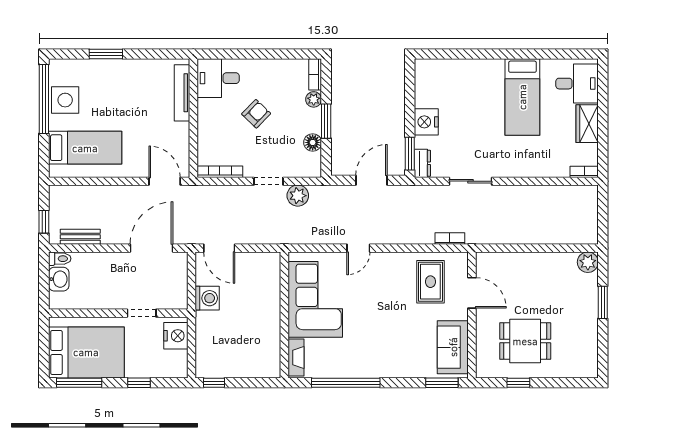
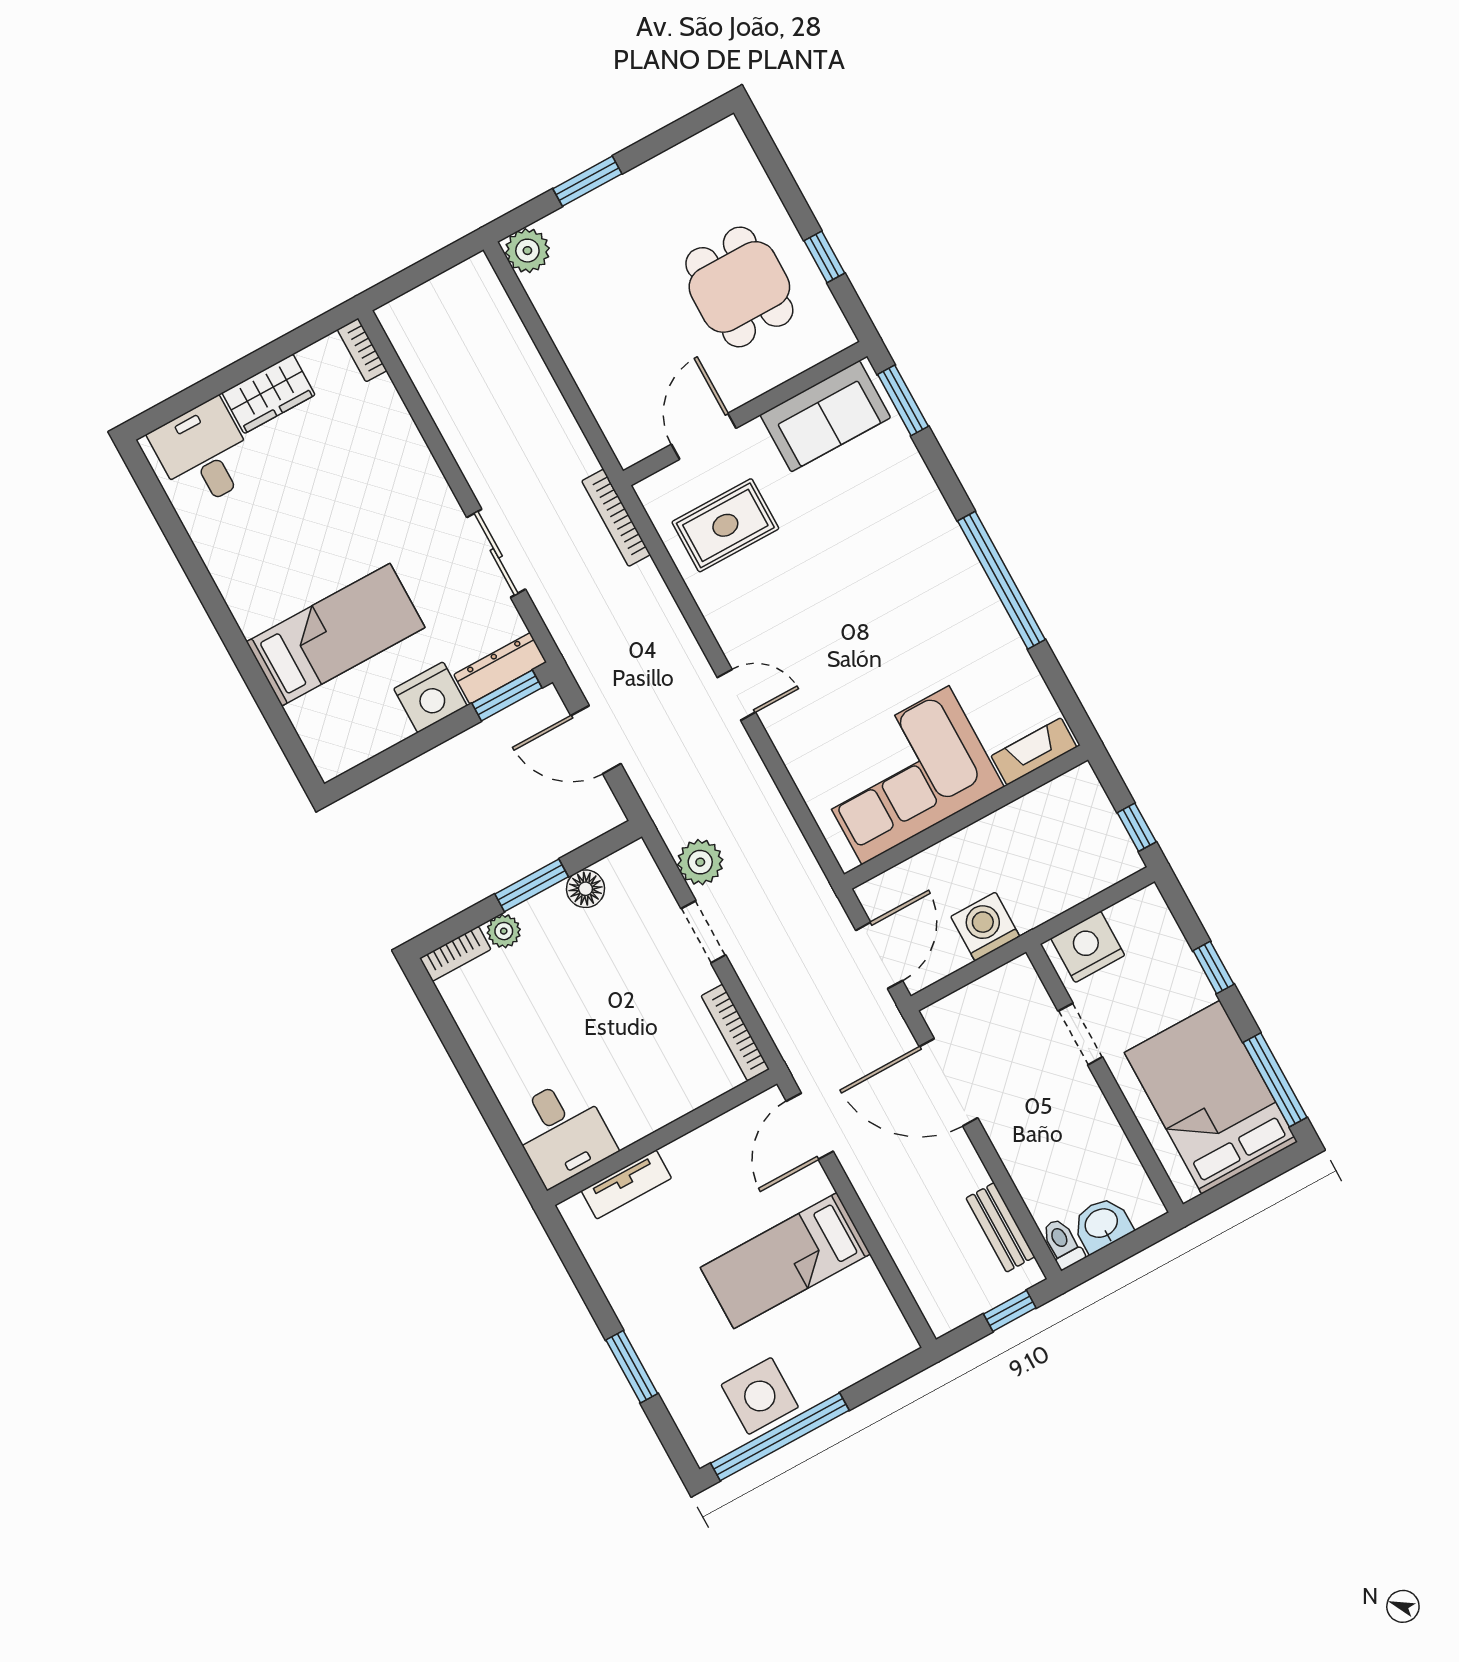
tv unit: (182, 93) -> (626, 1185), width x0.71
bed: (522, 97) -> (336, 635), moved
armchair: (256, 114) -> (590, 1024), removed
bed: (85, 148) -> (785, 1261), moved, turned -90
dresser: (422, 163) -> (500, 668), width x1.44
bookcase: (450, 238) -> (616, 518), width x1.56
corner sofa: (315, 299) -> (905, 775), moved
wall: (284, 315) -> (966, 817), moved
fireplace: (296, 358) -> (1034, 752), moved

